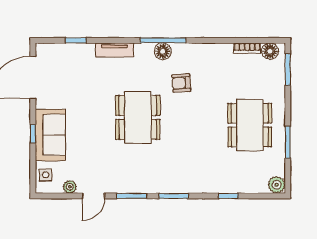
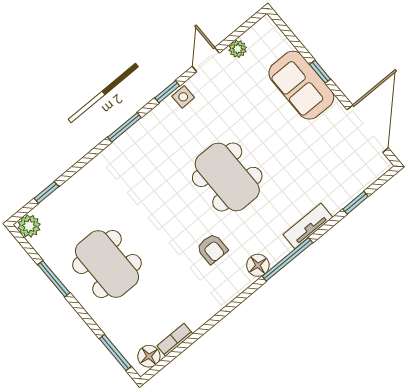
window: (163, 40) -> (287, 259), moved
armchair: (181, 83) -> (212, 249), turned 94
side table: (46, 175) -> (183, 97), moved
window: (131, 196) -> (167, 92), width x0.67
window: (228, 196) -> (46, 192), moved

